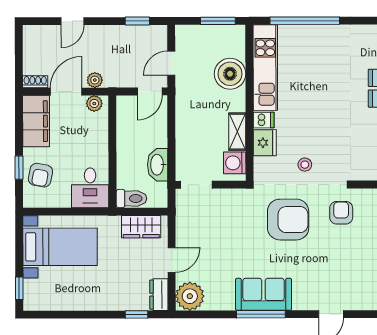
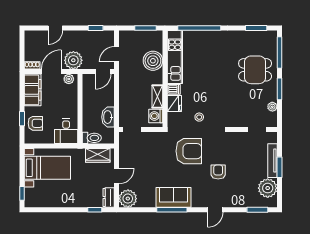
plant: (95, 80) -> (73, 60), width x1.87, depth x1.87
armchair: (40, 175) -> (35, 123), turned -101
armchair: (341, 213) -> (218, 172), moved

